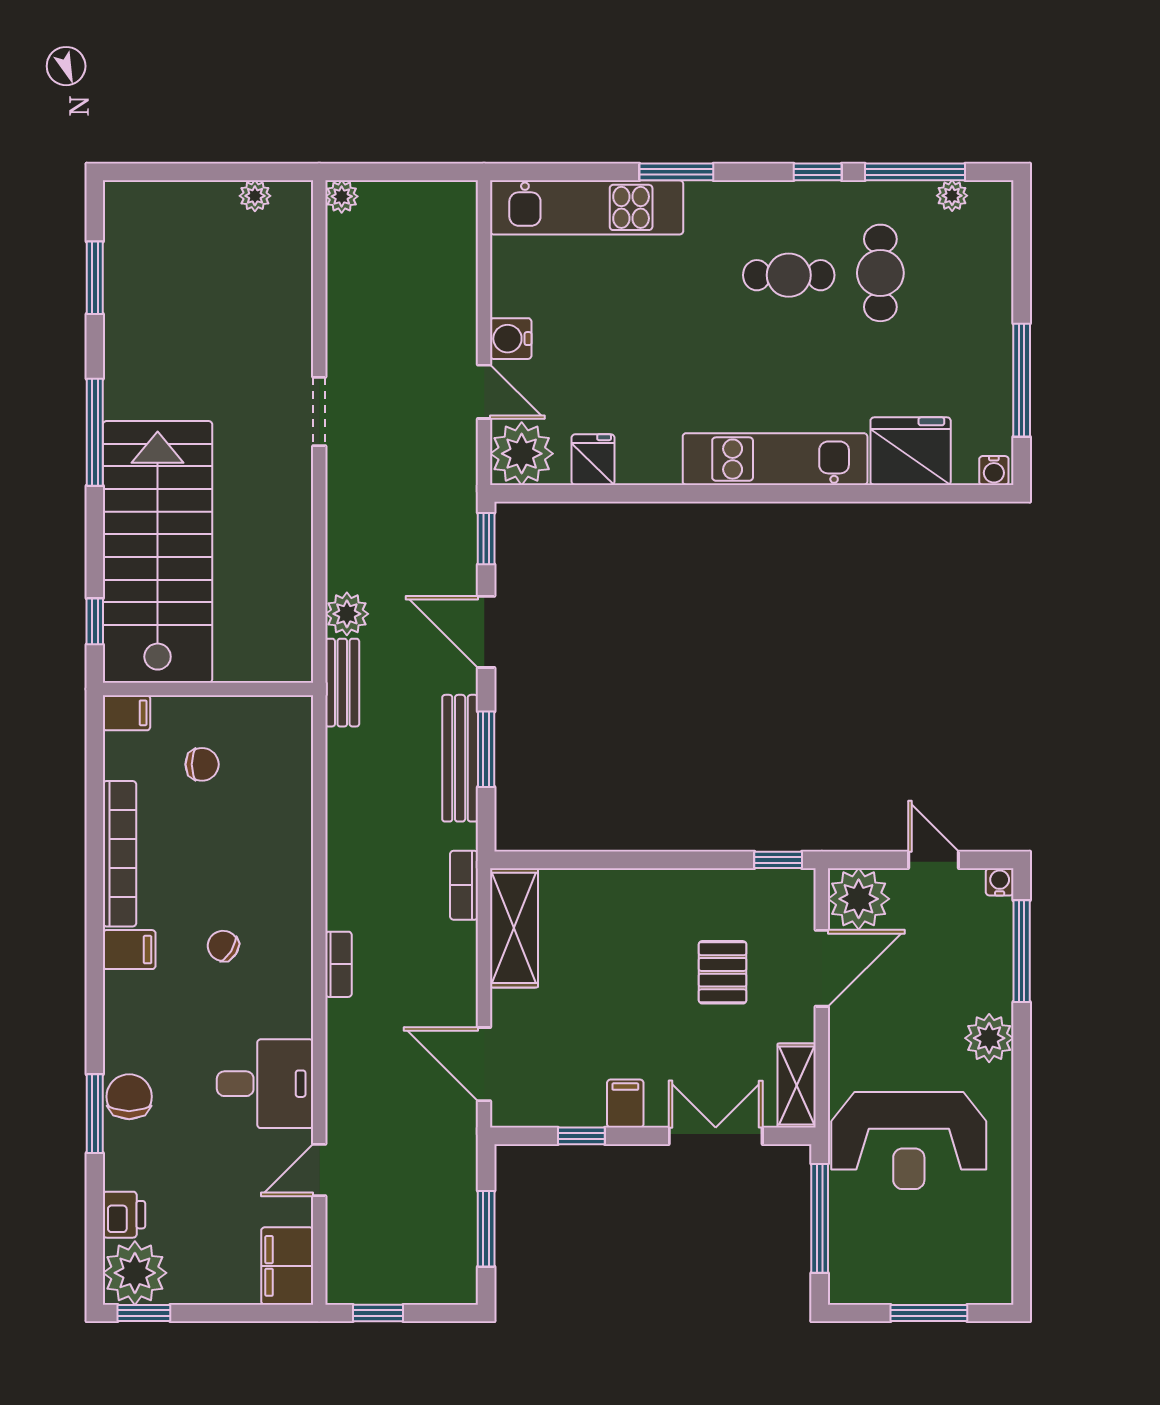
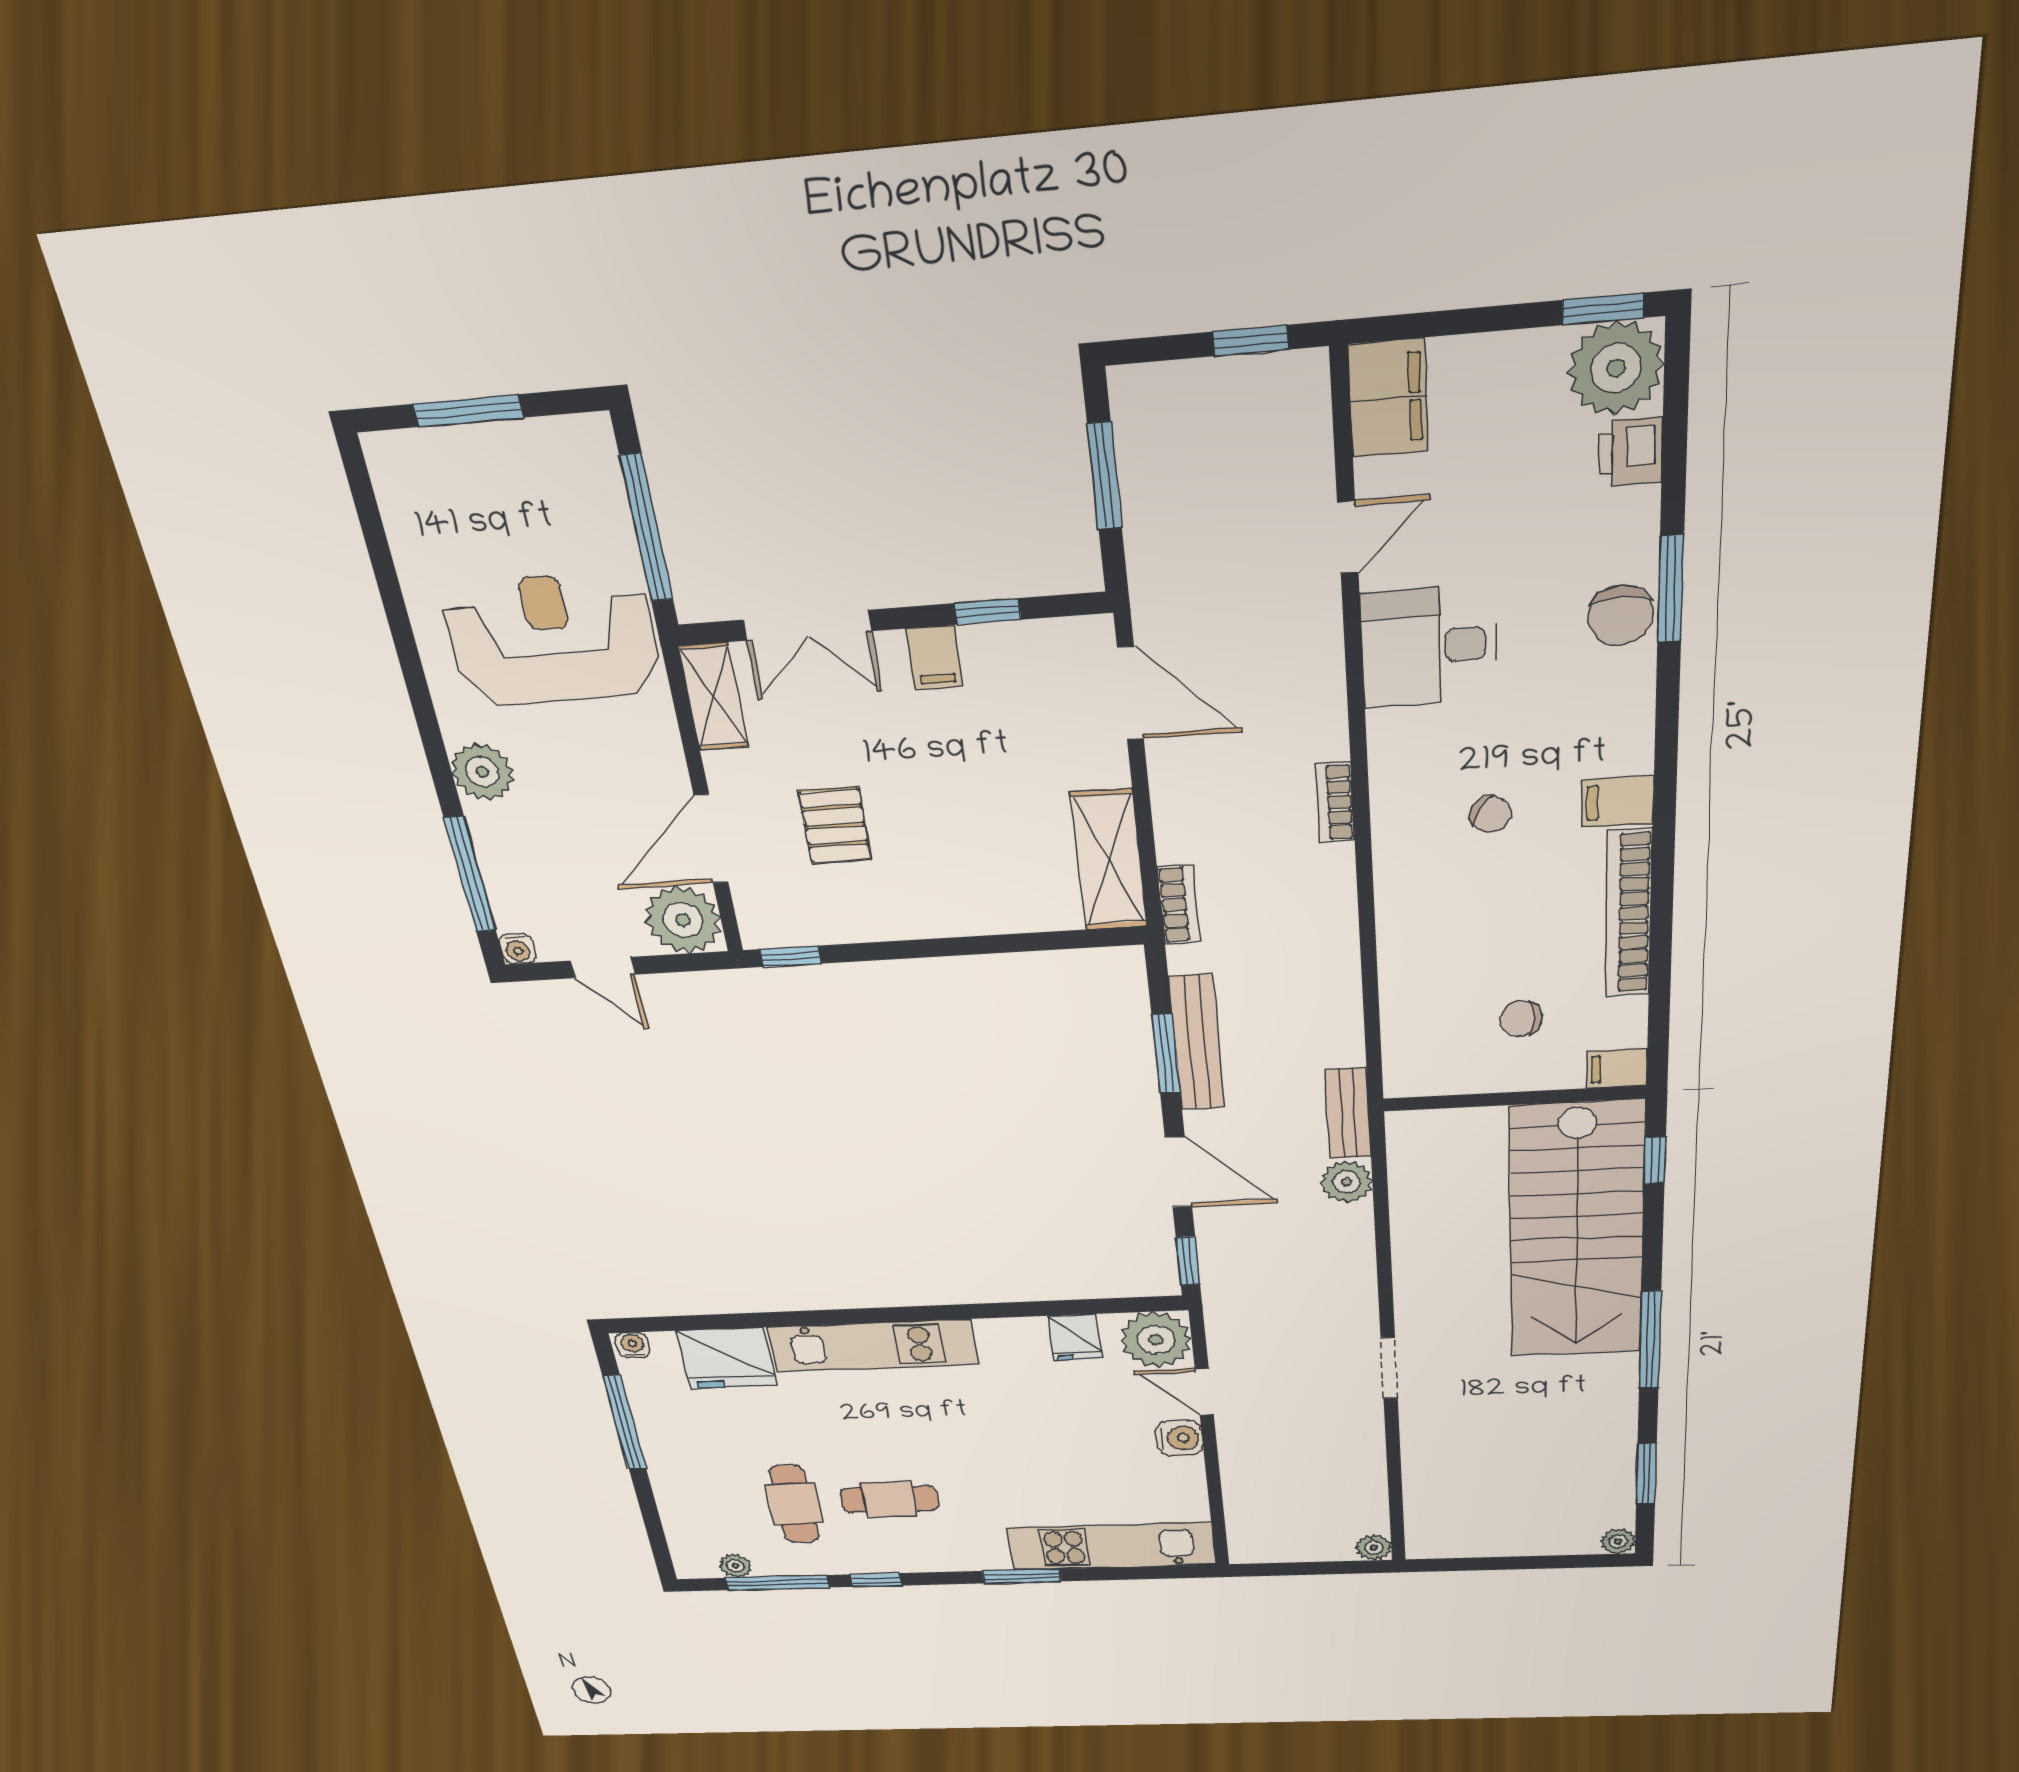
plant: (255, 196) -> (1618, 1541), moved

